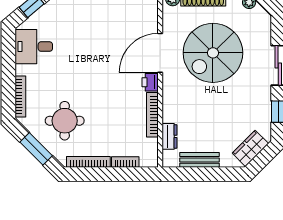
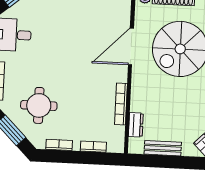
printer: (150, 82) -> (120, 73), removed
bookcase: (88, 162) -> (59, 145), width x0.64

